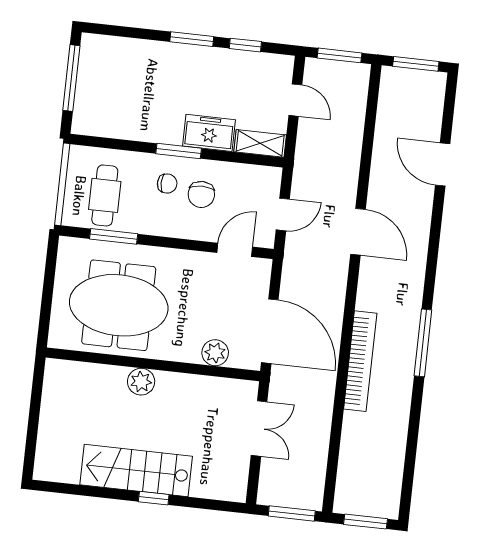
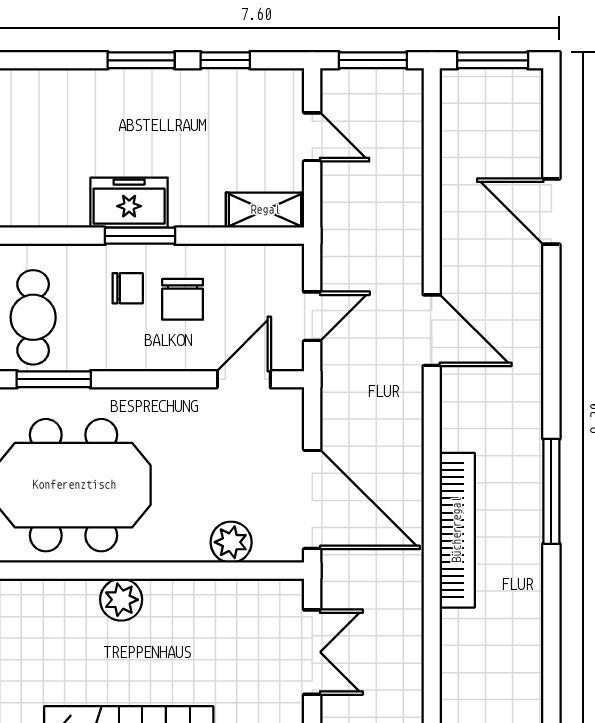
freezer: (209, 133) -> (129, 203), moved

